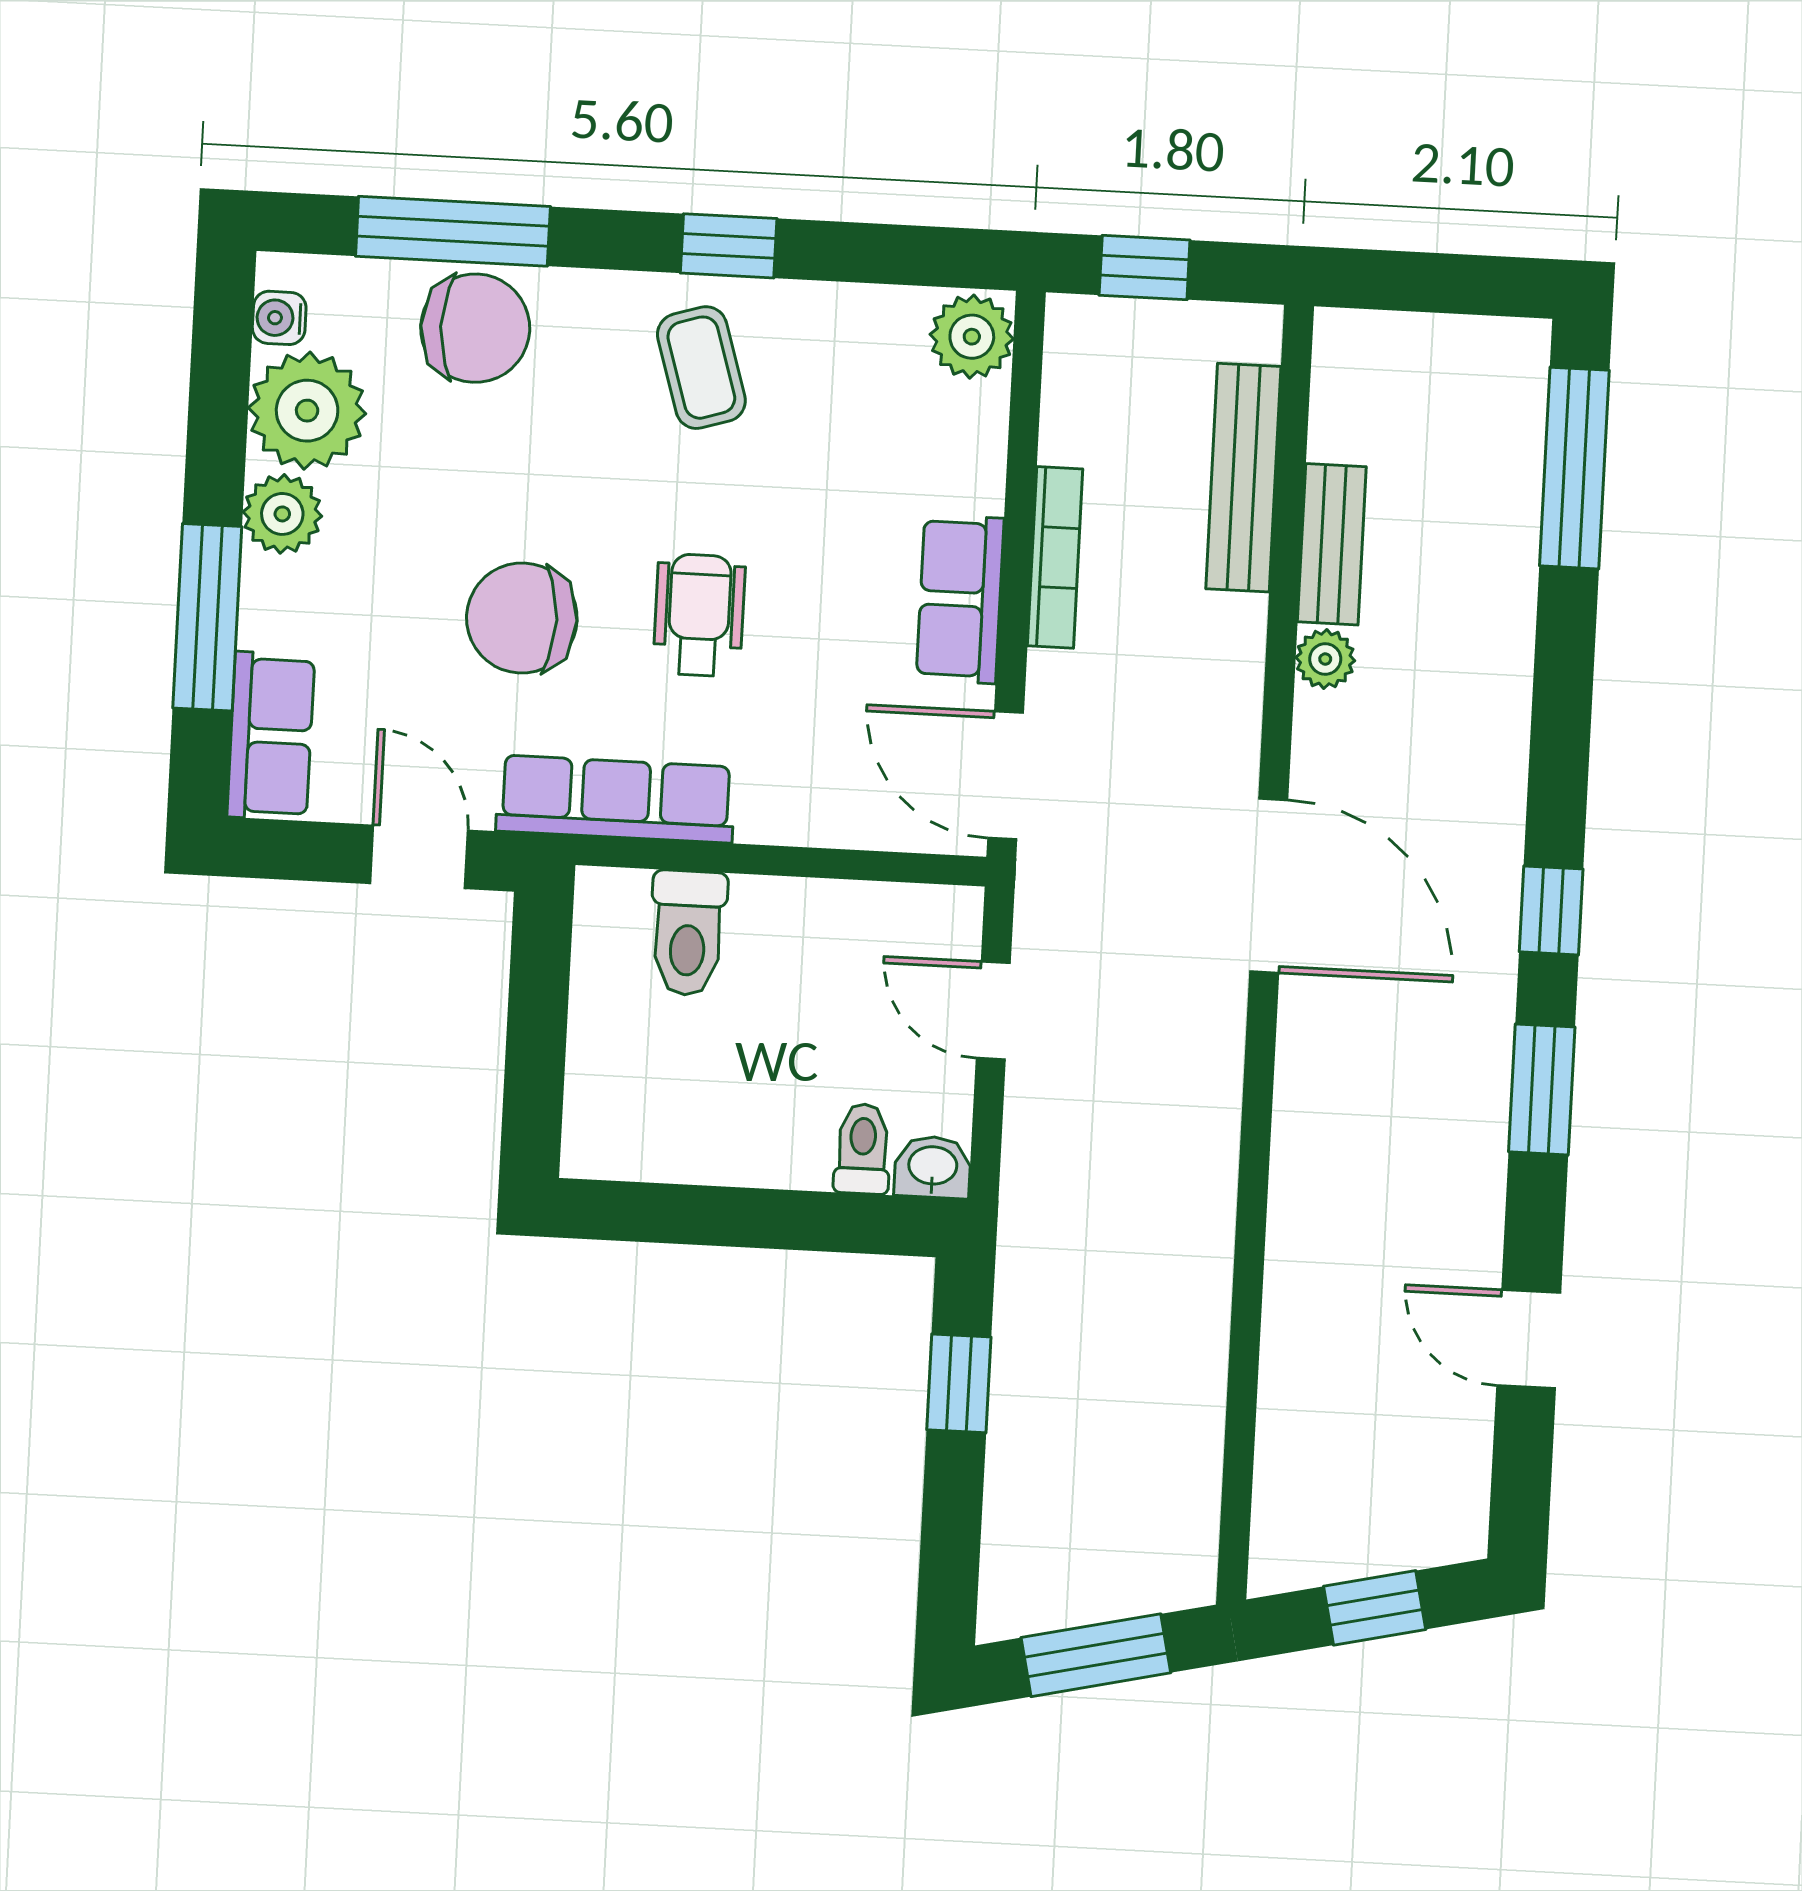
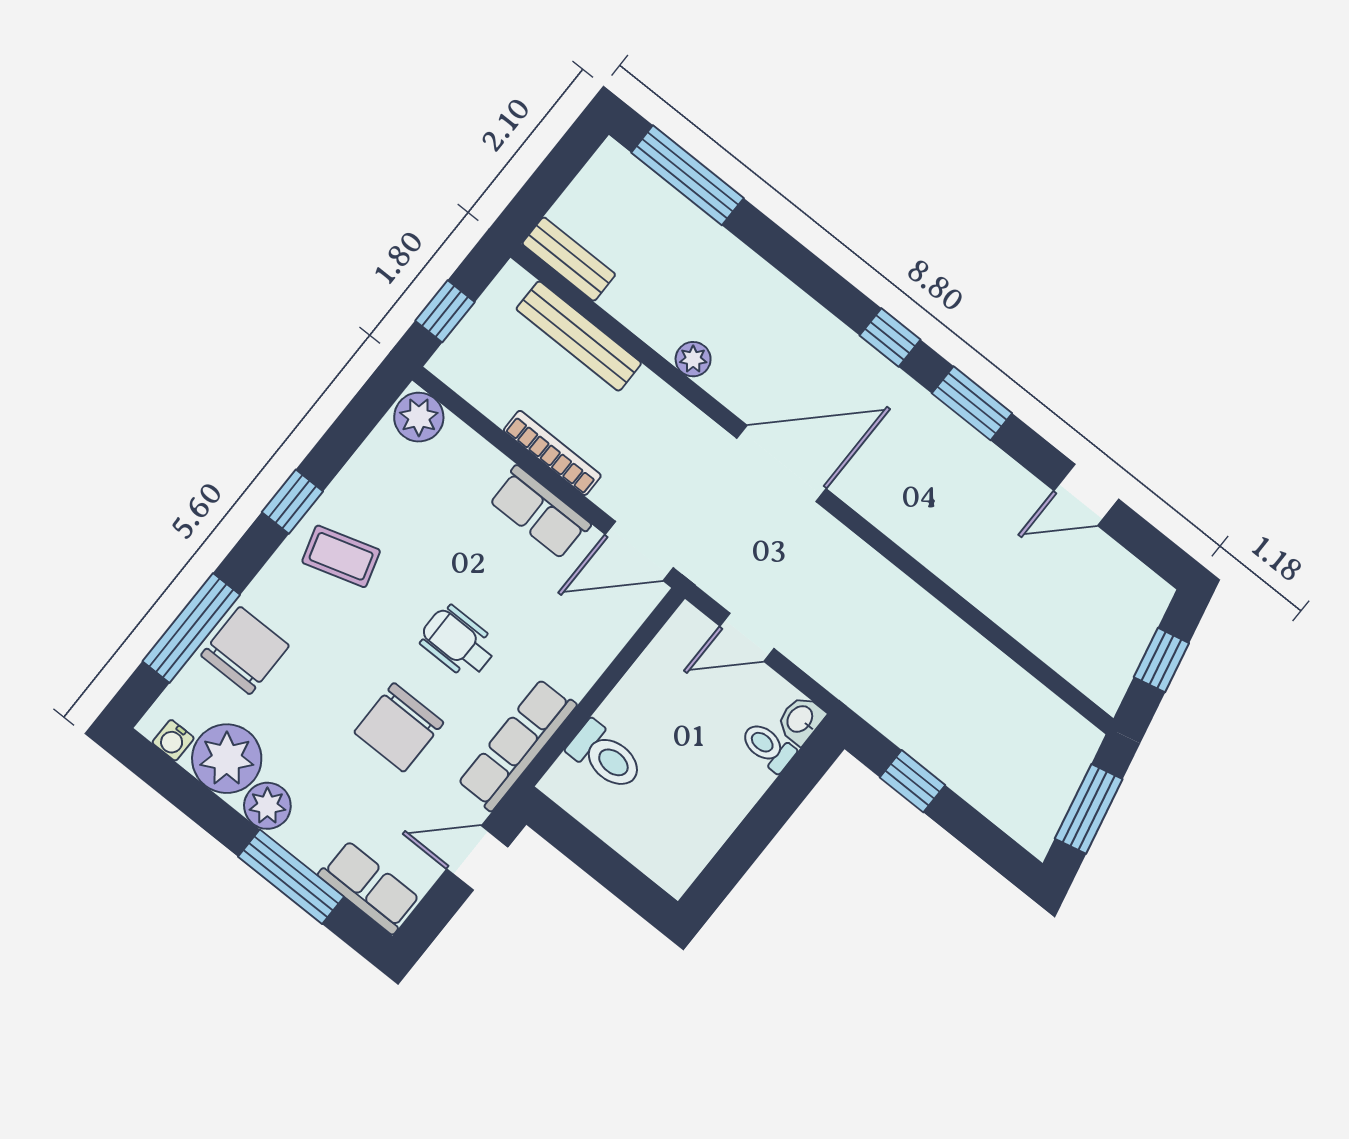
bench: (1332, 544) -> (569, 259), moved

